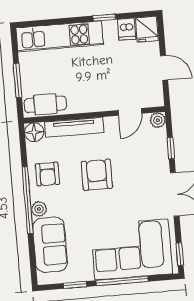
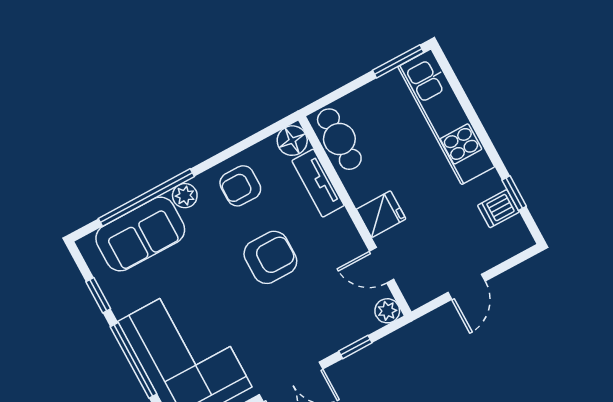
window: (104, 18) -> (514, 193), moved
fridge: (147, 29) -> (381, 214), moved, turned 180
window: (18, 80) -> (398, 61), moved
tv unit: (74, 127) -> (318, 183), width x0.71
window: (28, 200) -> (146, 198), moved

